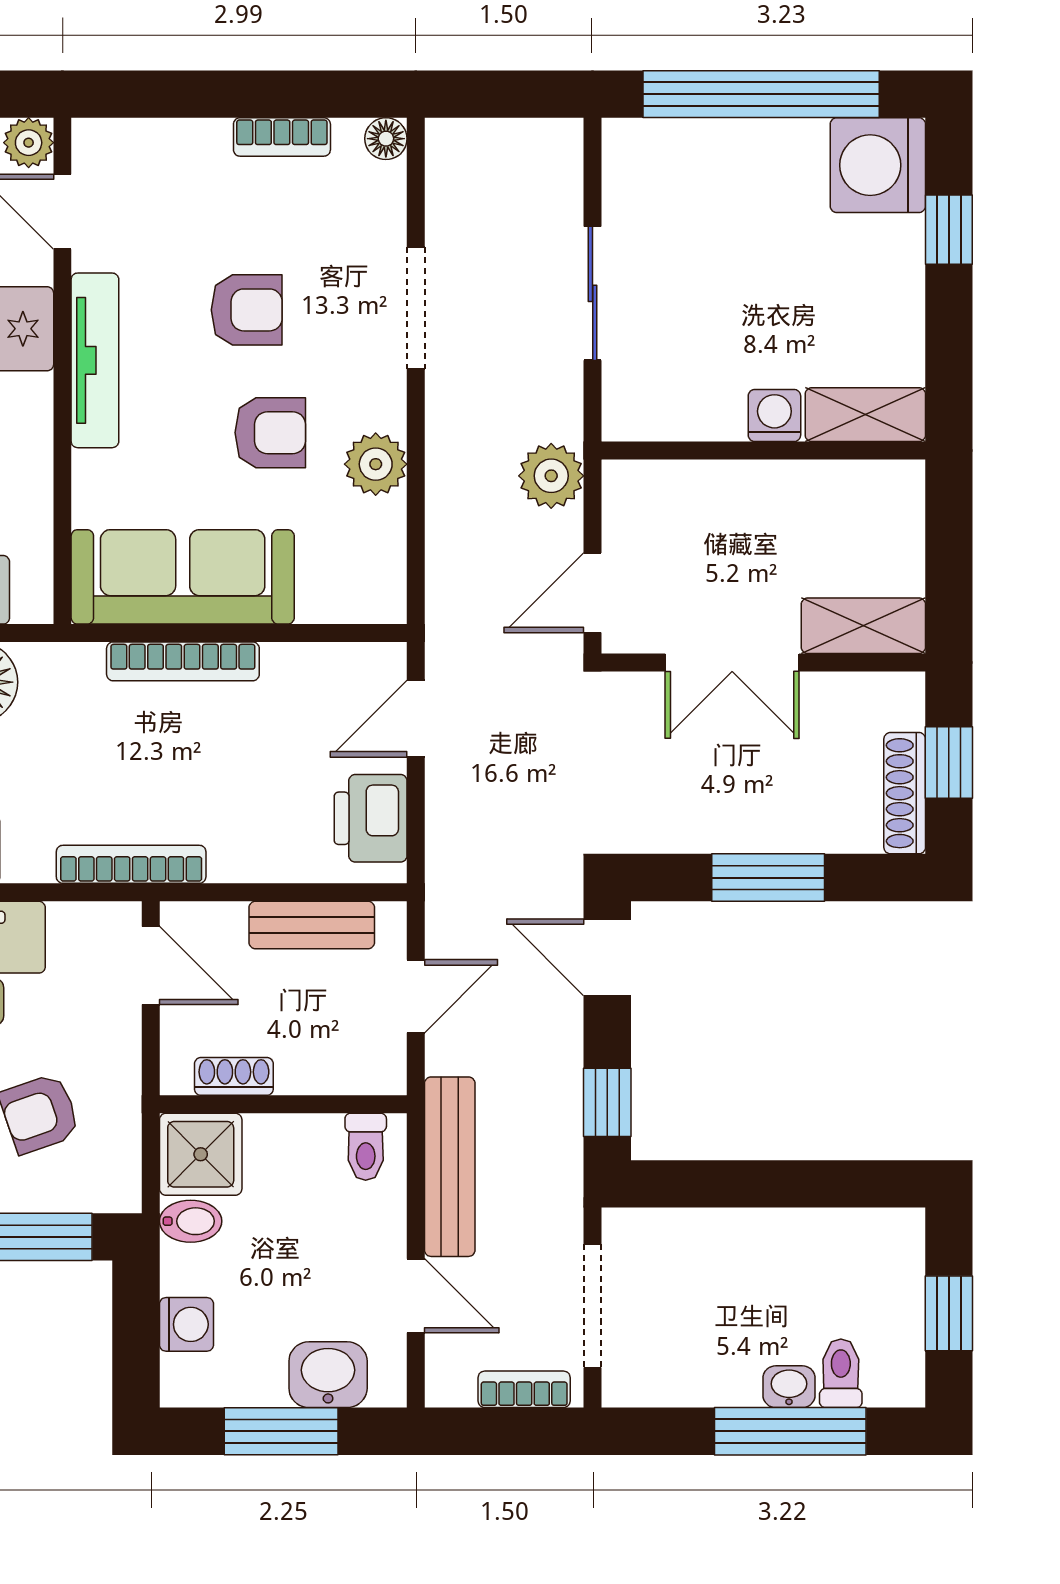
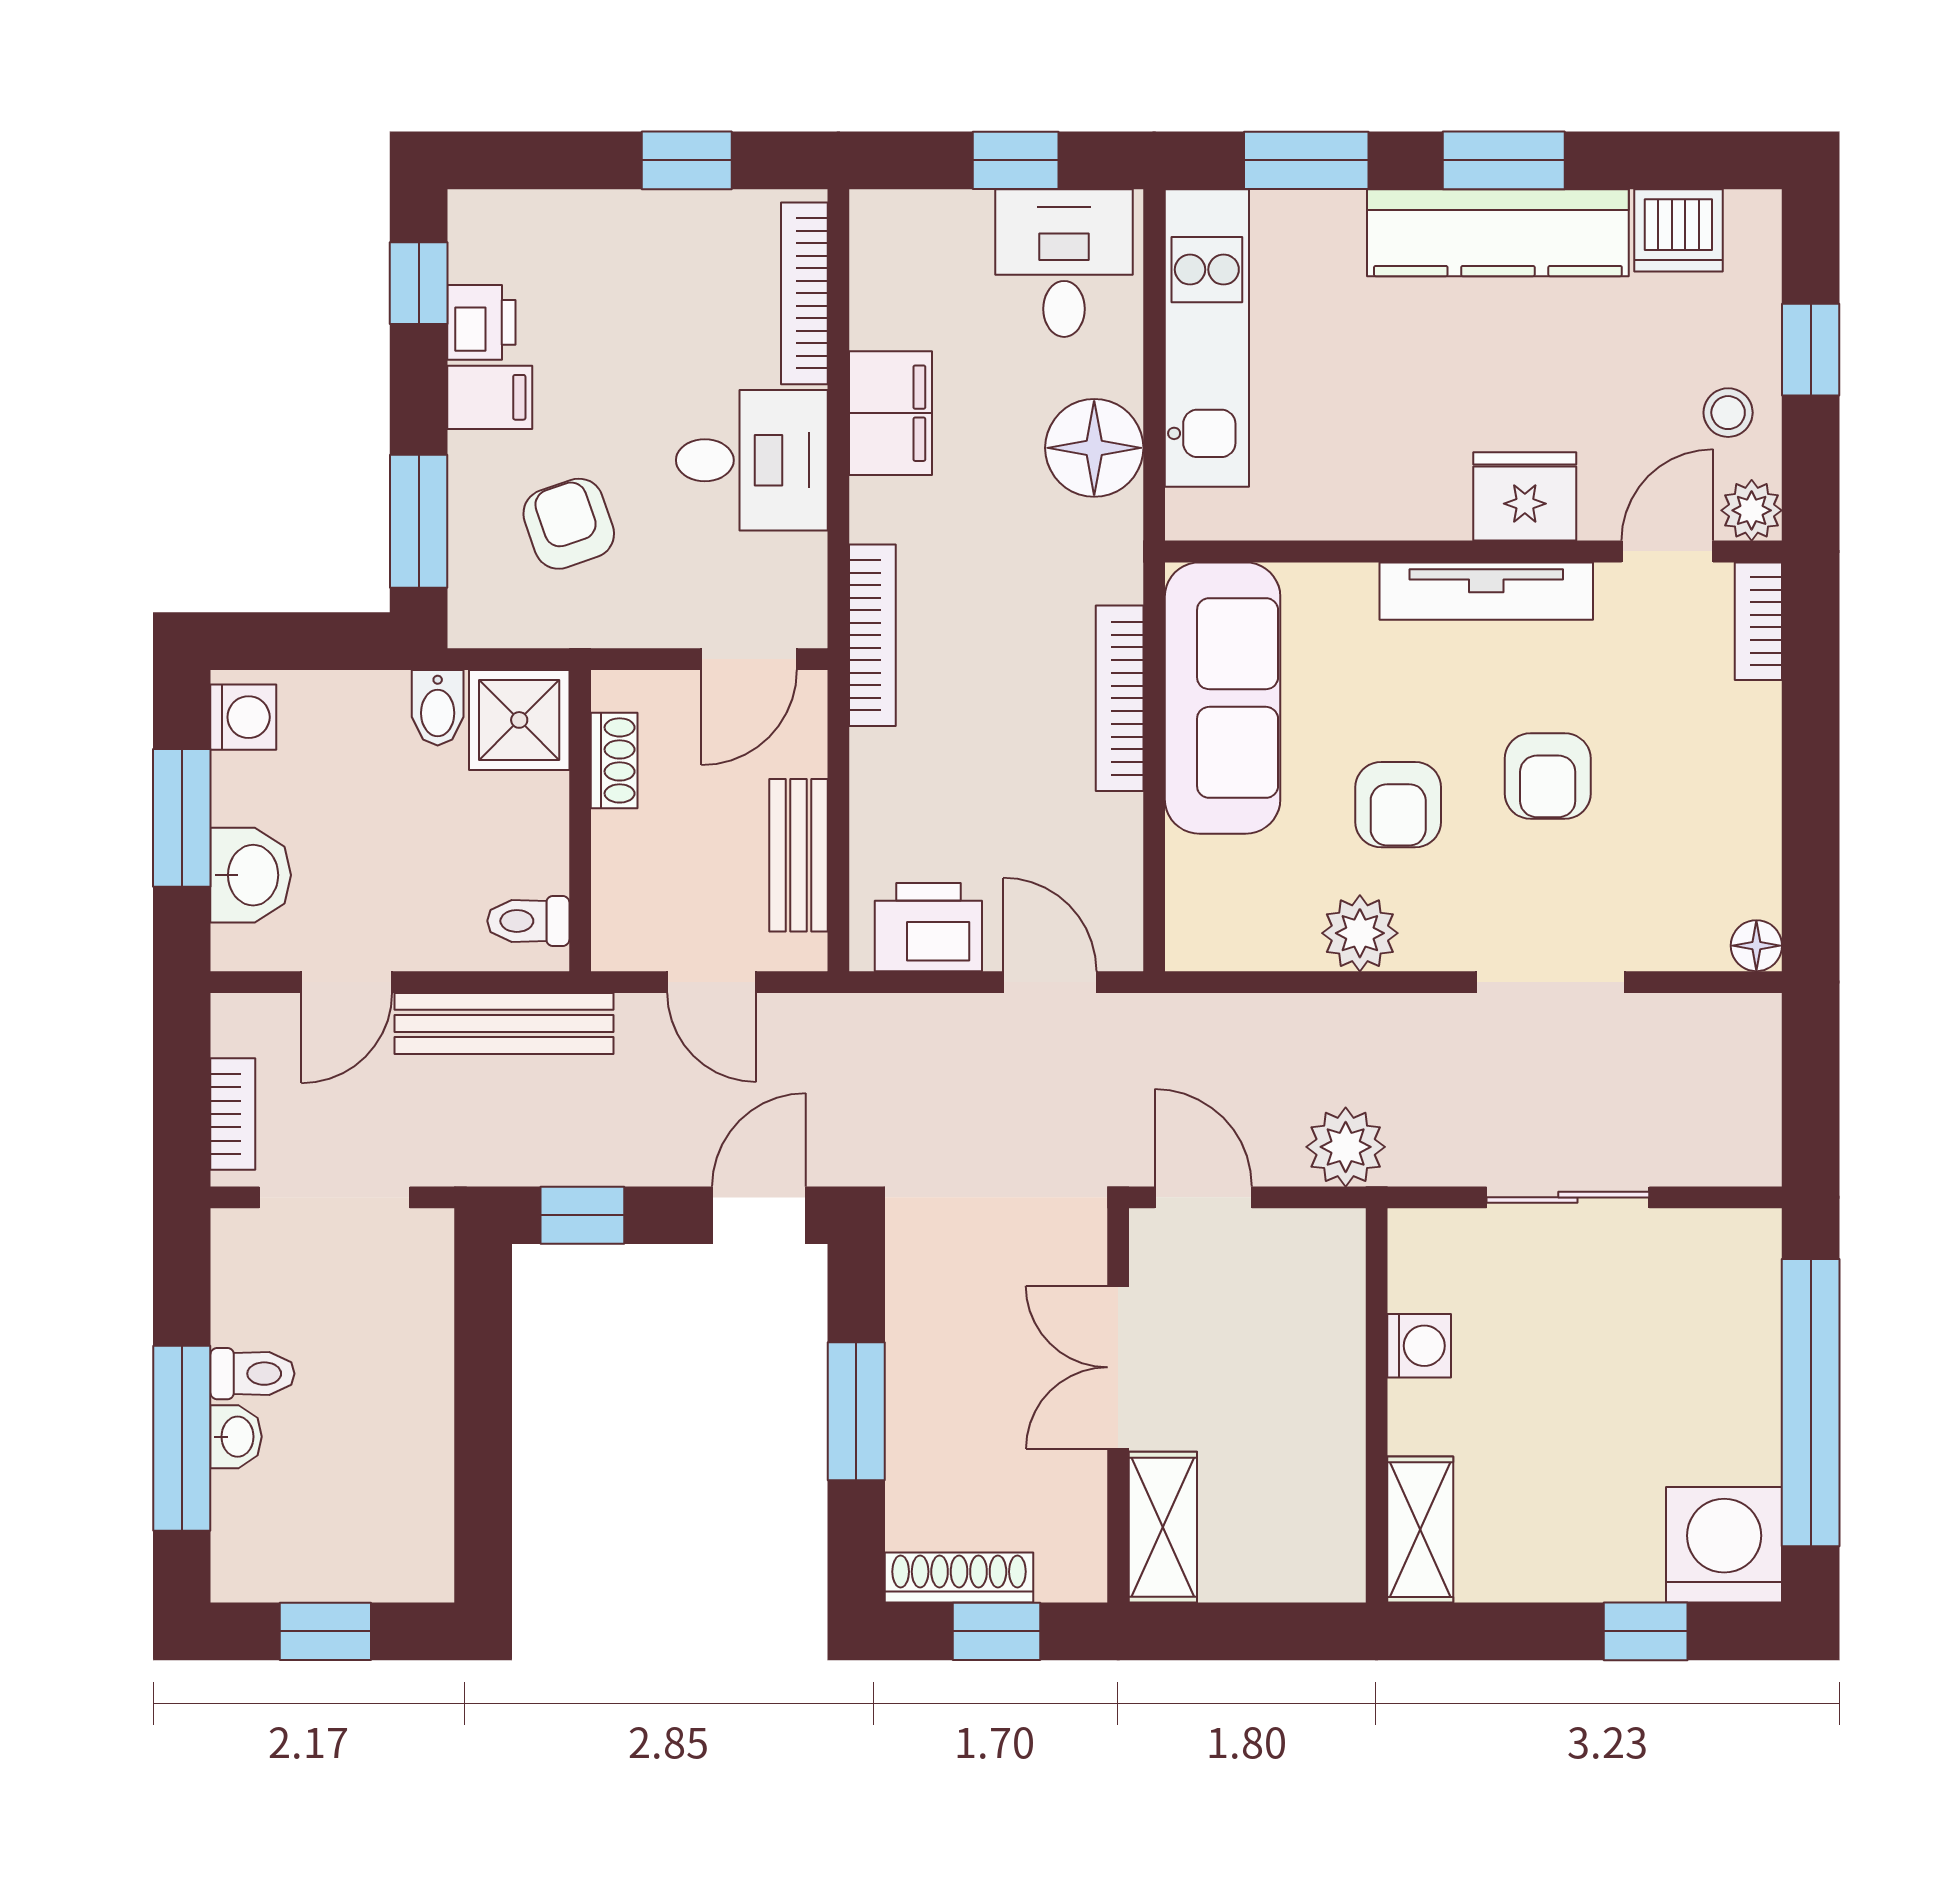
bookcase: (282, 137) -> (1758, 621), moved
washing machine: (774, 415) -> (1419, 1346), moved
washing machine: (186, 1324) -> (243, 717), moved, turned -90
toilet: (841, 1373) -> (252, 1374), moved

